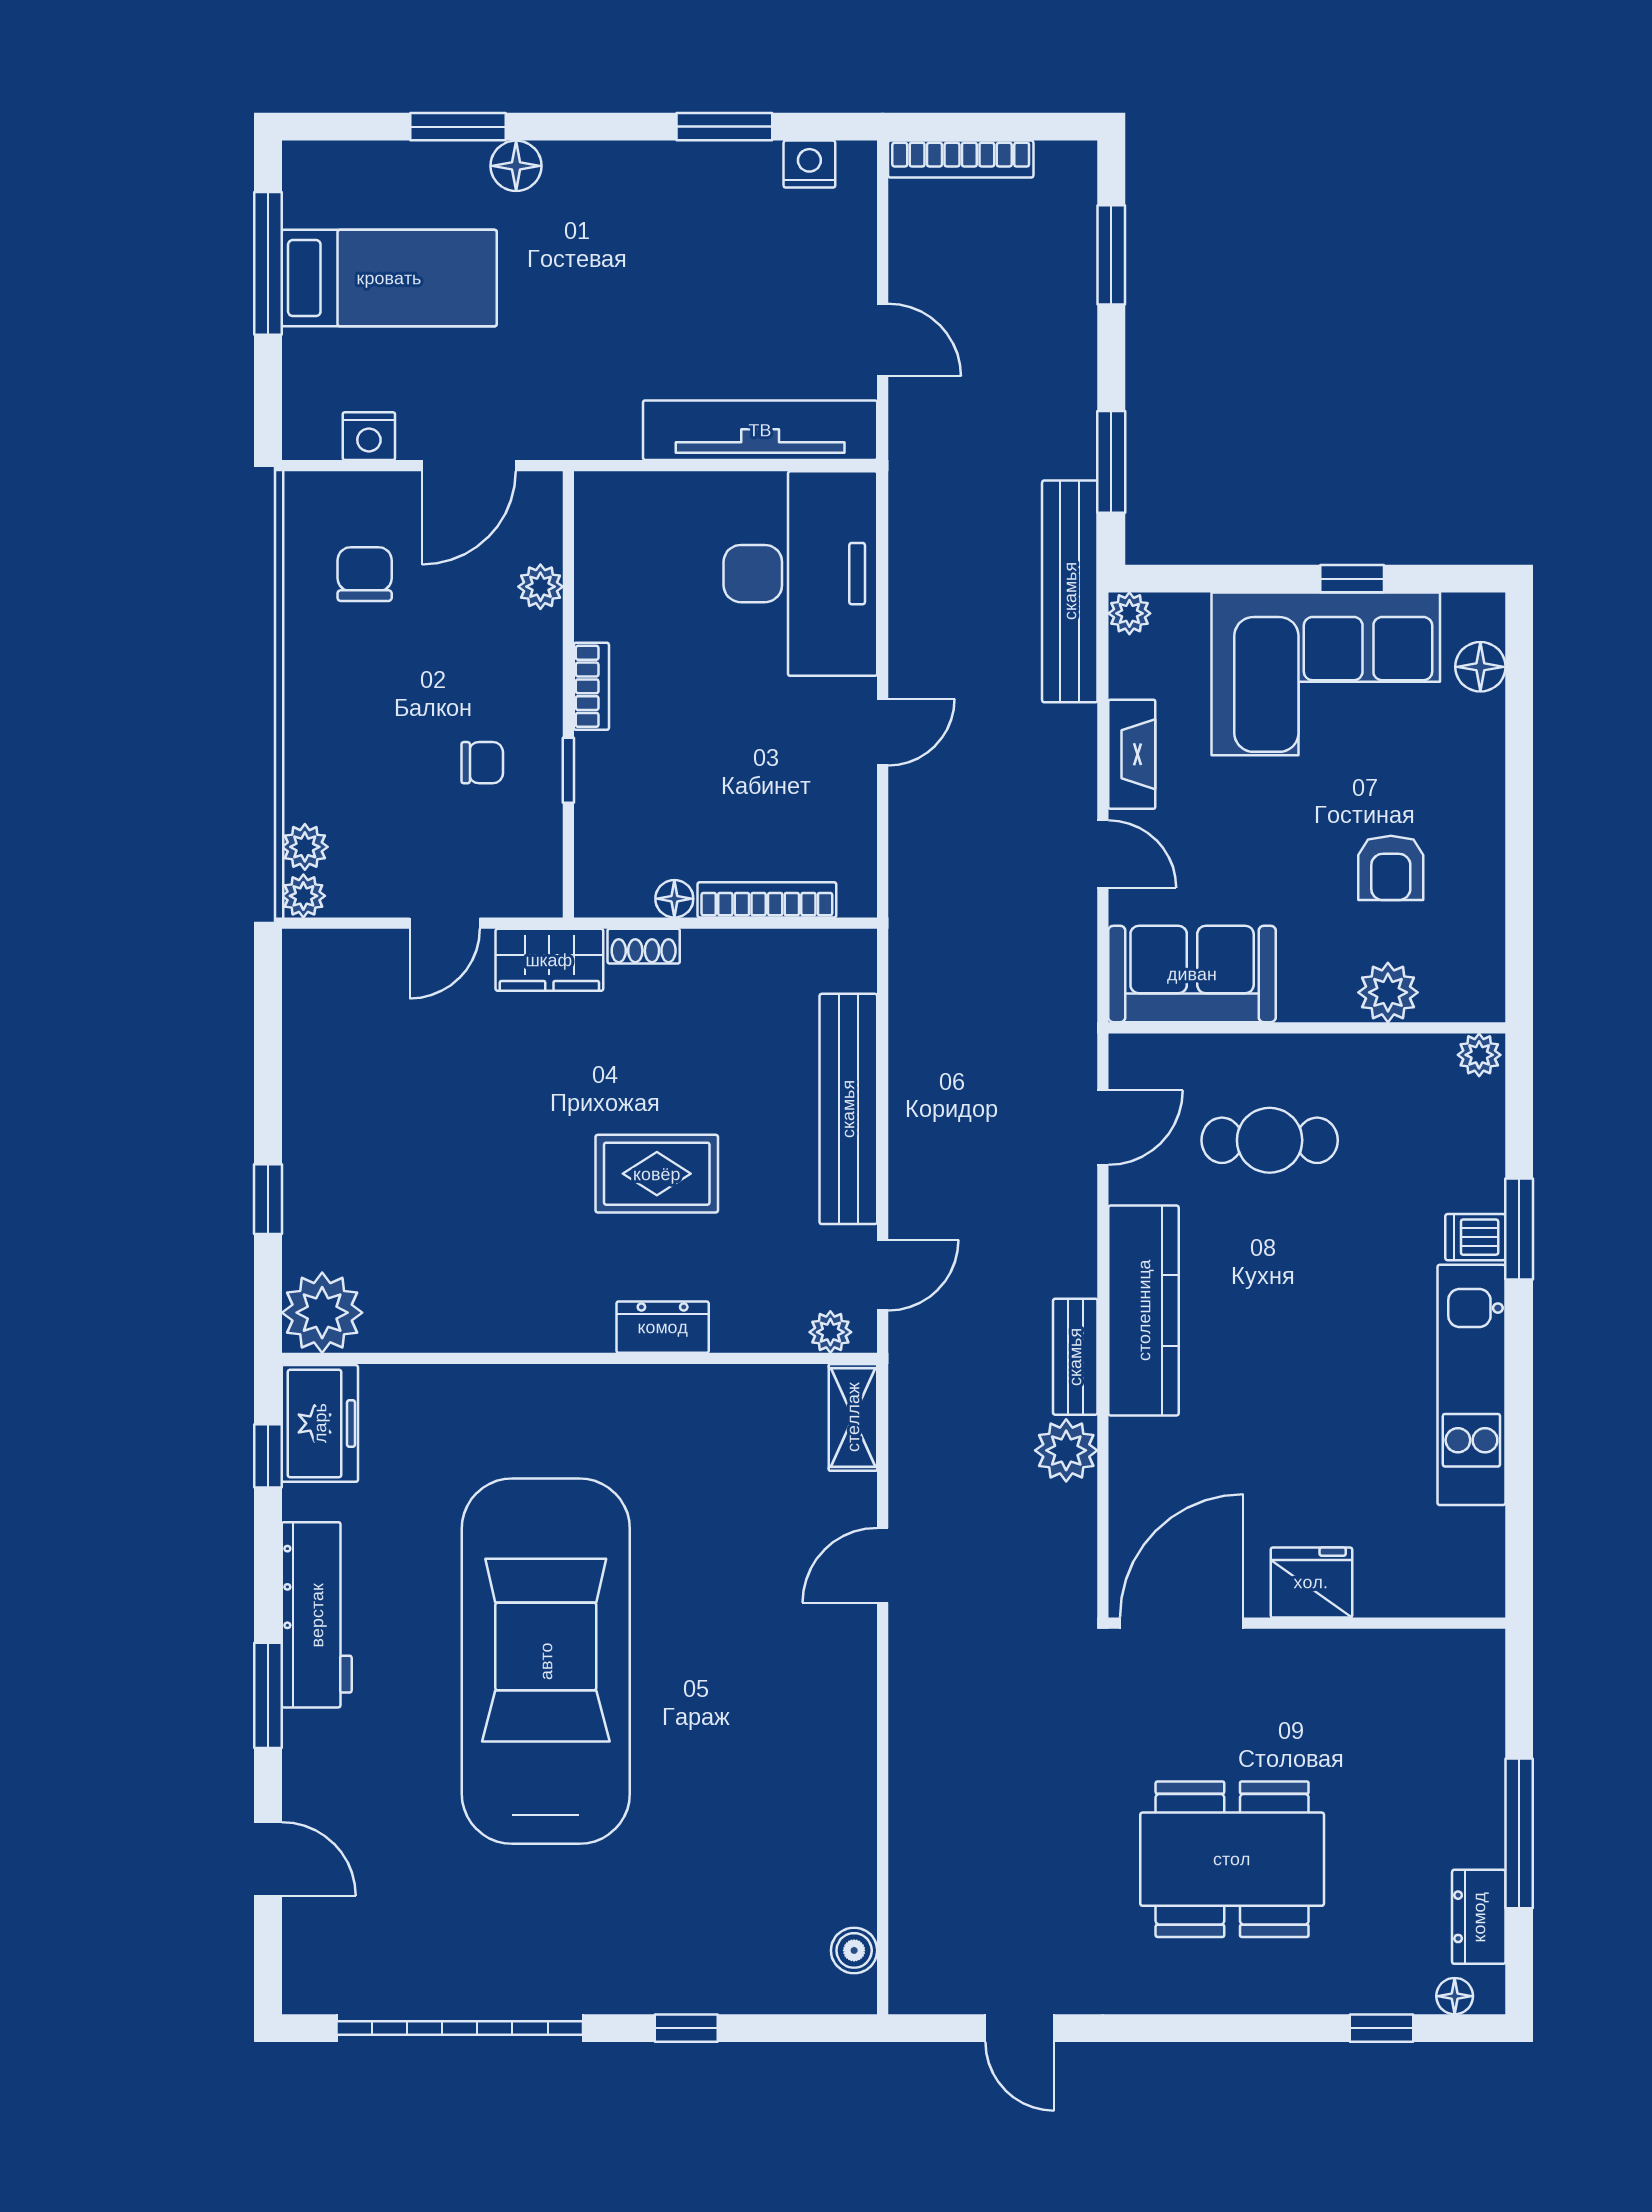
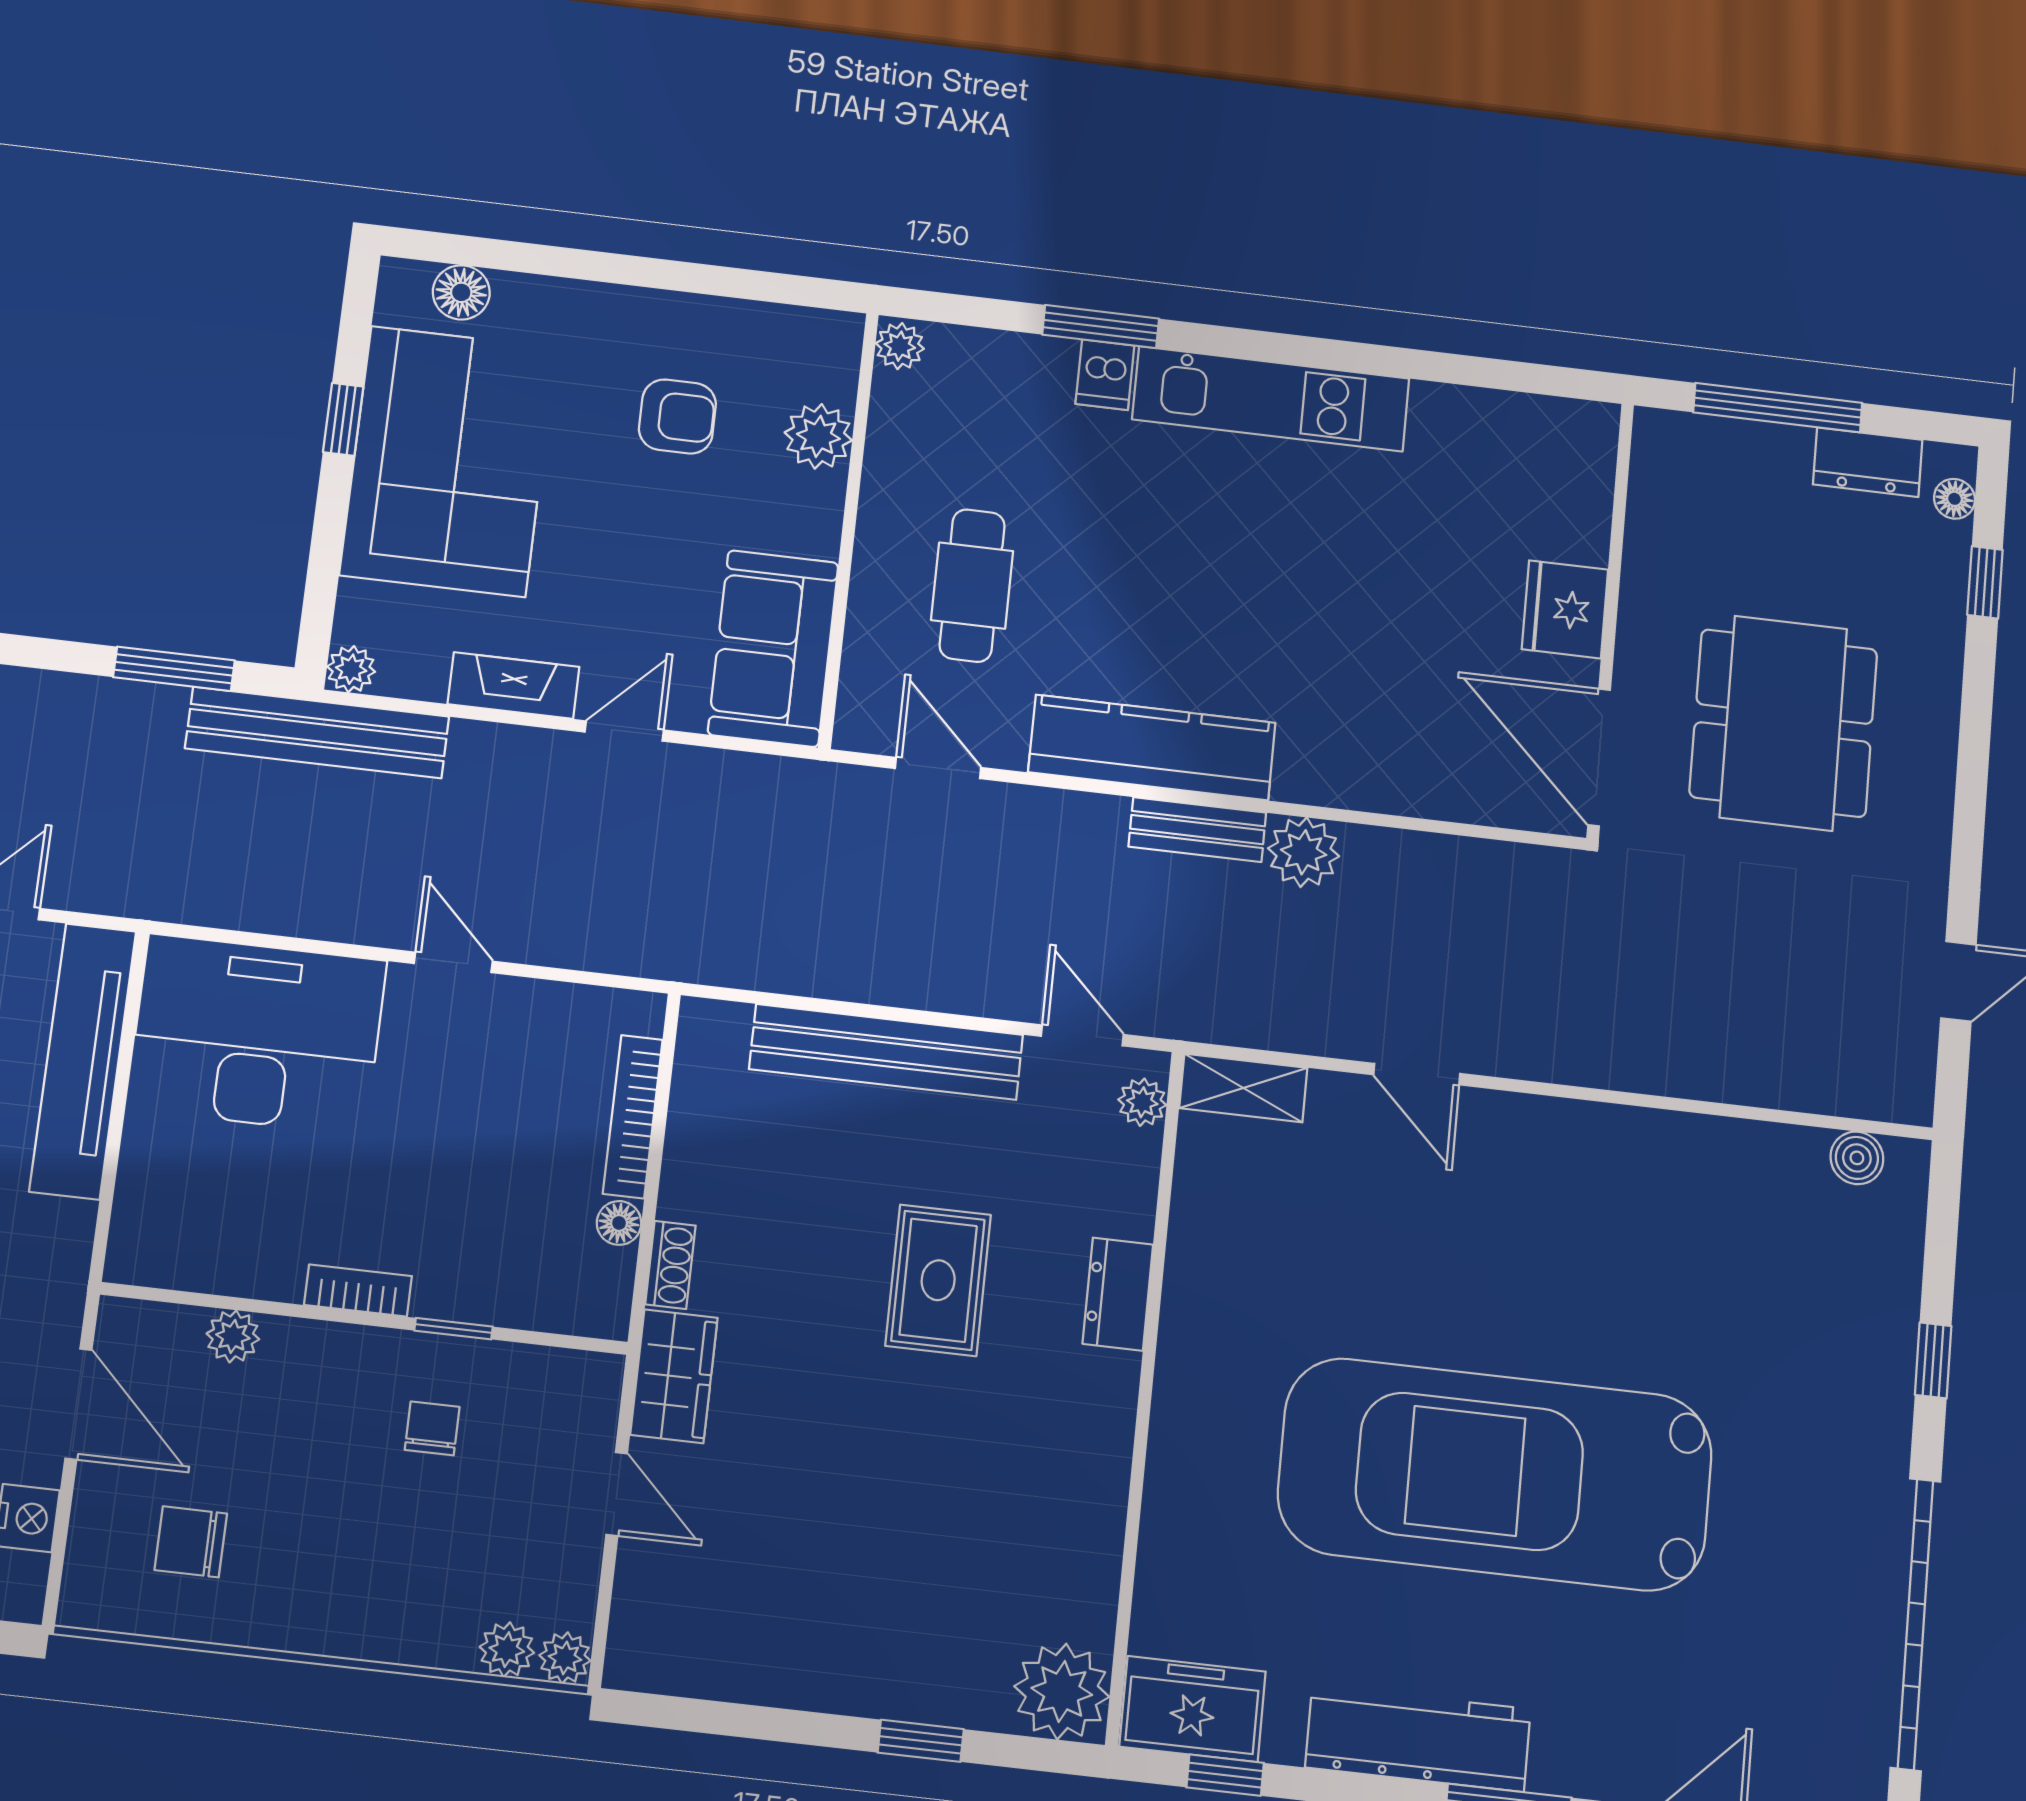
fridge: (1311, 1582) -> (1565, 609), moved
door: (1182, 1623) -> (1599, 757), moved
wall: (1307, 1623) -> (1610, 620), moved

